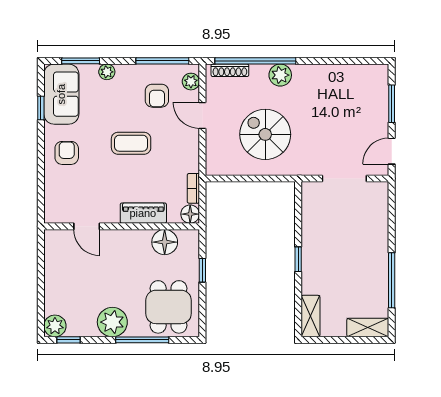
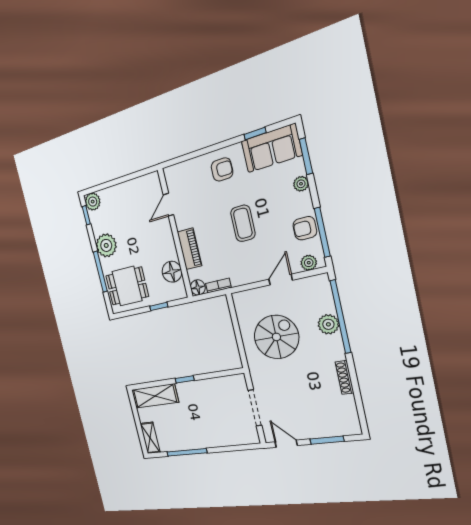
shoe rack: (230, 70) -> (345, 377), moved
plant: (280, 75) -> (328, 324), moved
armchair: (157, 96) -> (305, 228), moved
shelving: (310, 316) -> (155, 396), width x1.50, depth x1.33

